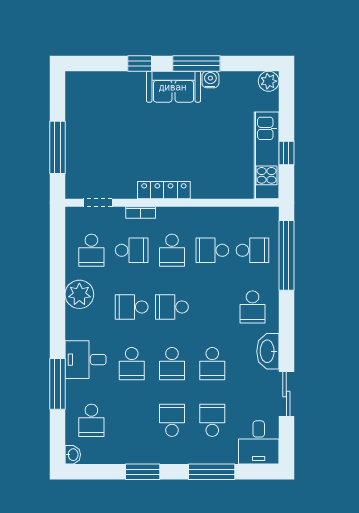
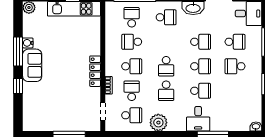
school desk: (212, 250) -> (132, 42), turned 90
school desk: (91, 420) -> (235, 115), removed
school desk: (212, 420) -> (235, 42), turned 180

